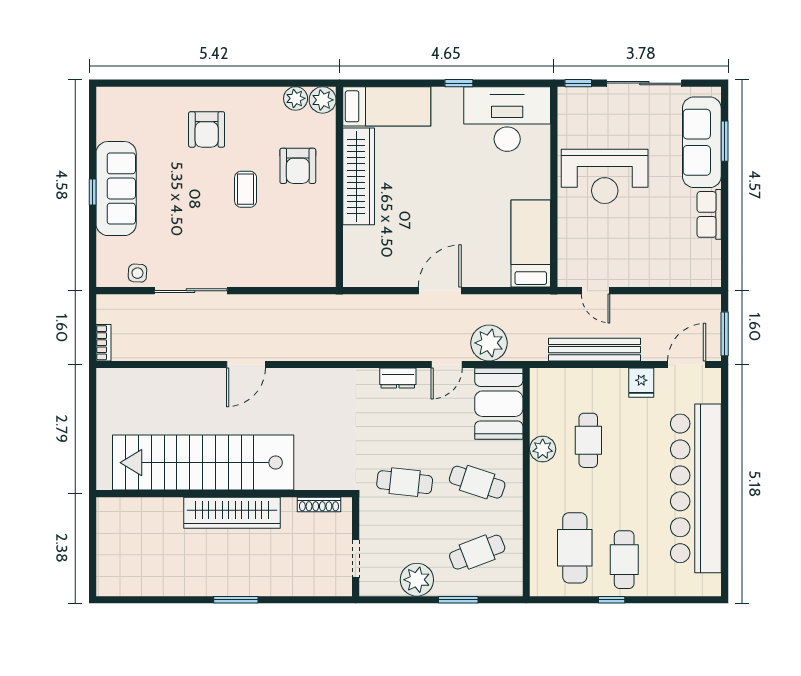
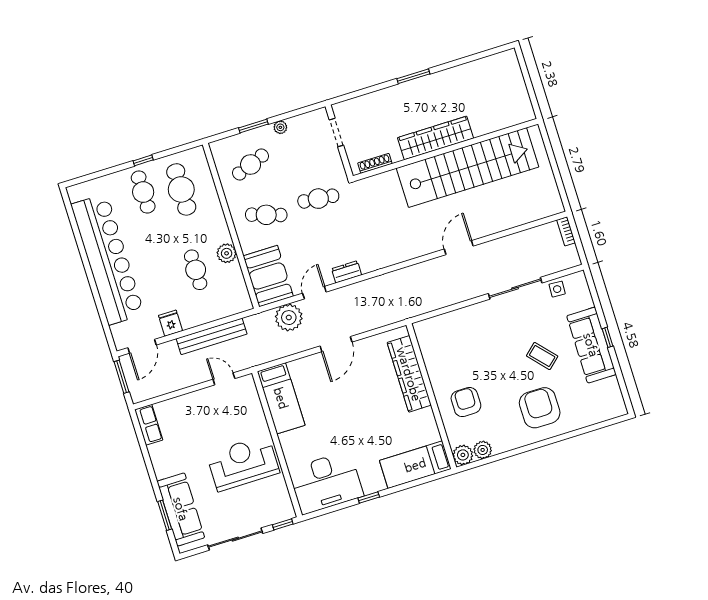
armchair: (207, 129) -> (540, 408), width x1.36, depth x1.36
wardrobe: (359, 176) -> (409, 374), moved
coffee table: (246, 189) -> (542, 356), moved, turned -42
row of seats: (709, 214) -> (149, 425), moved
plant: (417, 580) -> (280, 127), width x0.53, depth x0.53

